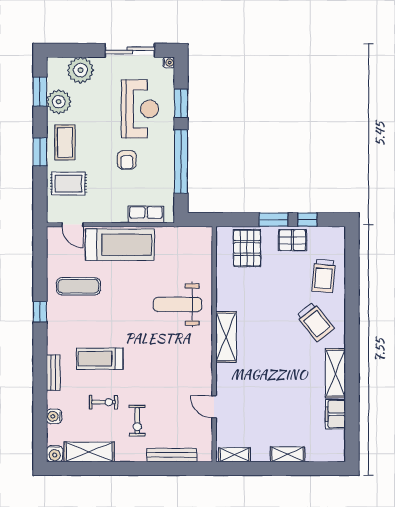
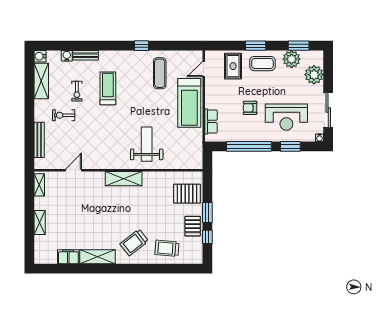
bench: (53, 373) -> (86, 55), moved

